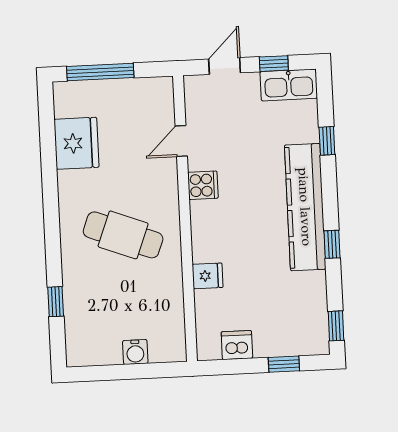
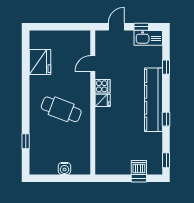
window: (100, 72) -> (54, 27), removed
fridge: (208, 276) -> (103, 100), moved
dishwasher: (237, 345) -> (139, 167), moved

